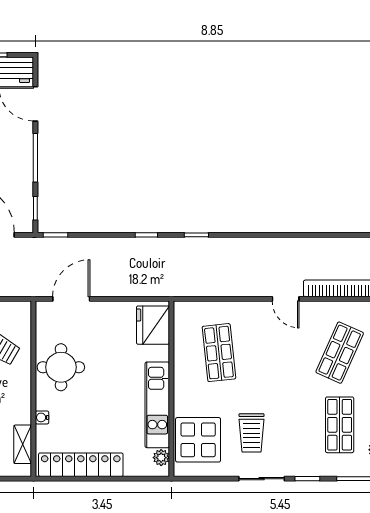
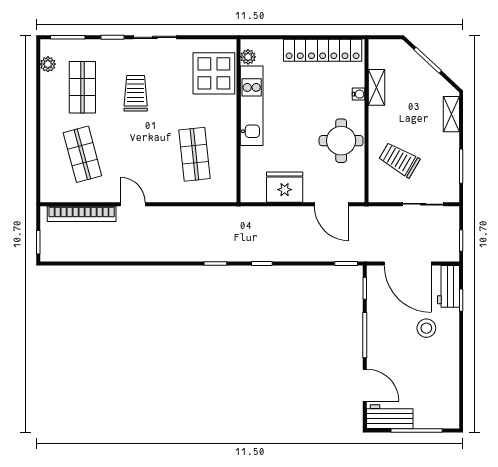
door: (71, 299) -> (332, 204), hinge flipped
fridge: (153, 325) -> (285, 187), moved, turned -90
shop shelf: (340, 353) -> (82, 154), turned -39
trolley: (252, 433) -> (136, 93), moved
shelving: (23, 444) -> (377, 87), moved

